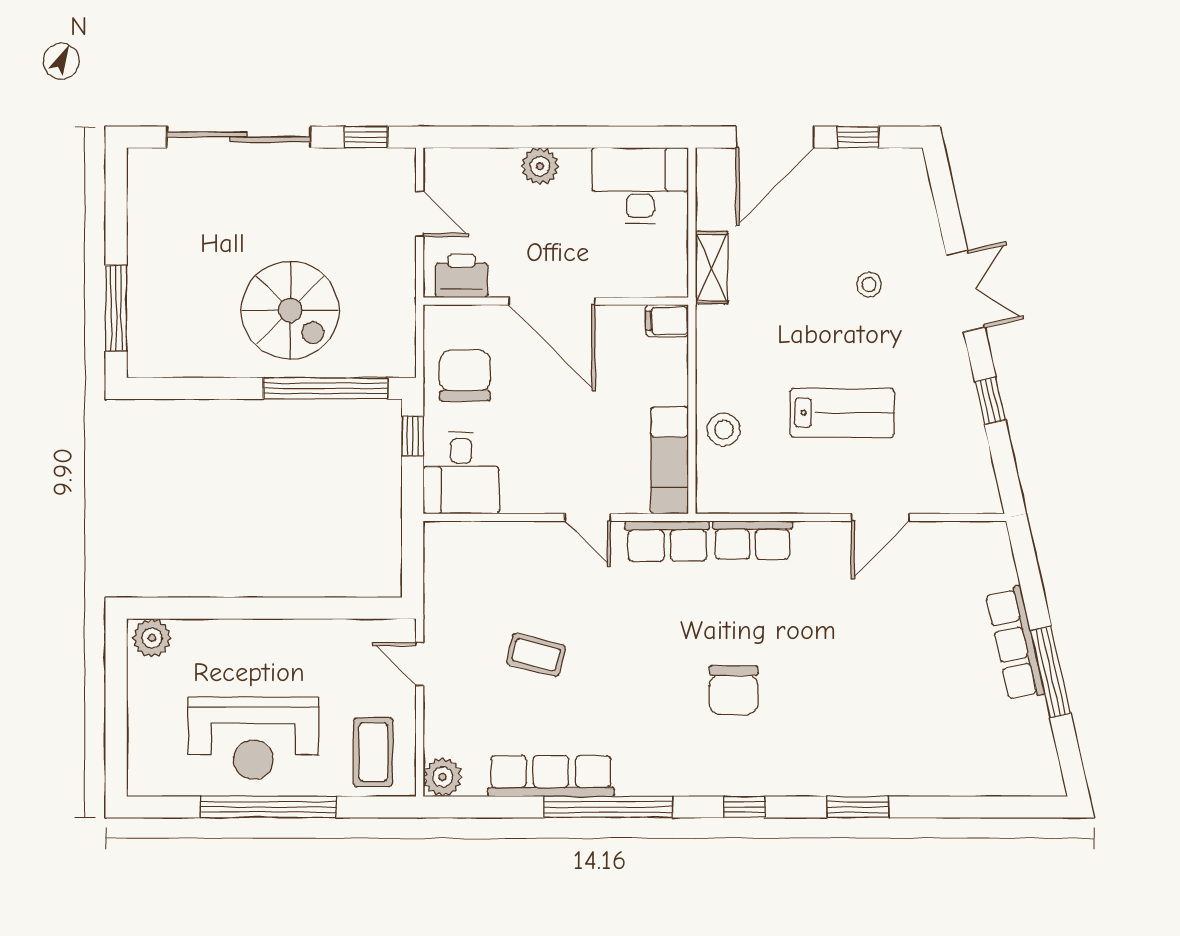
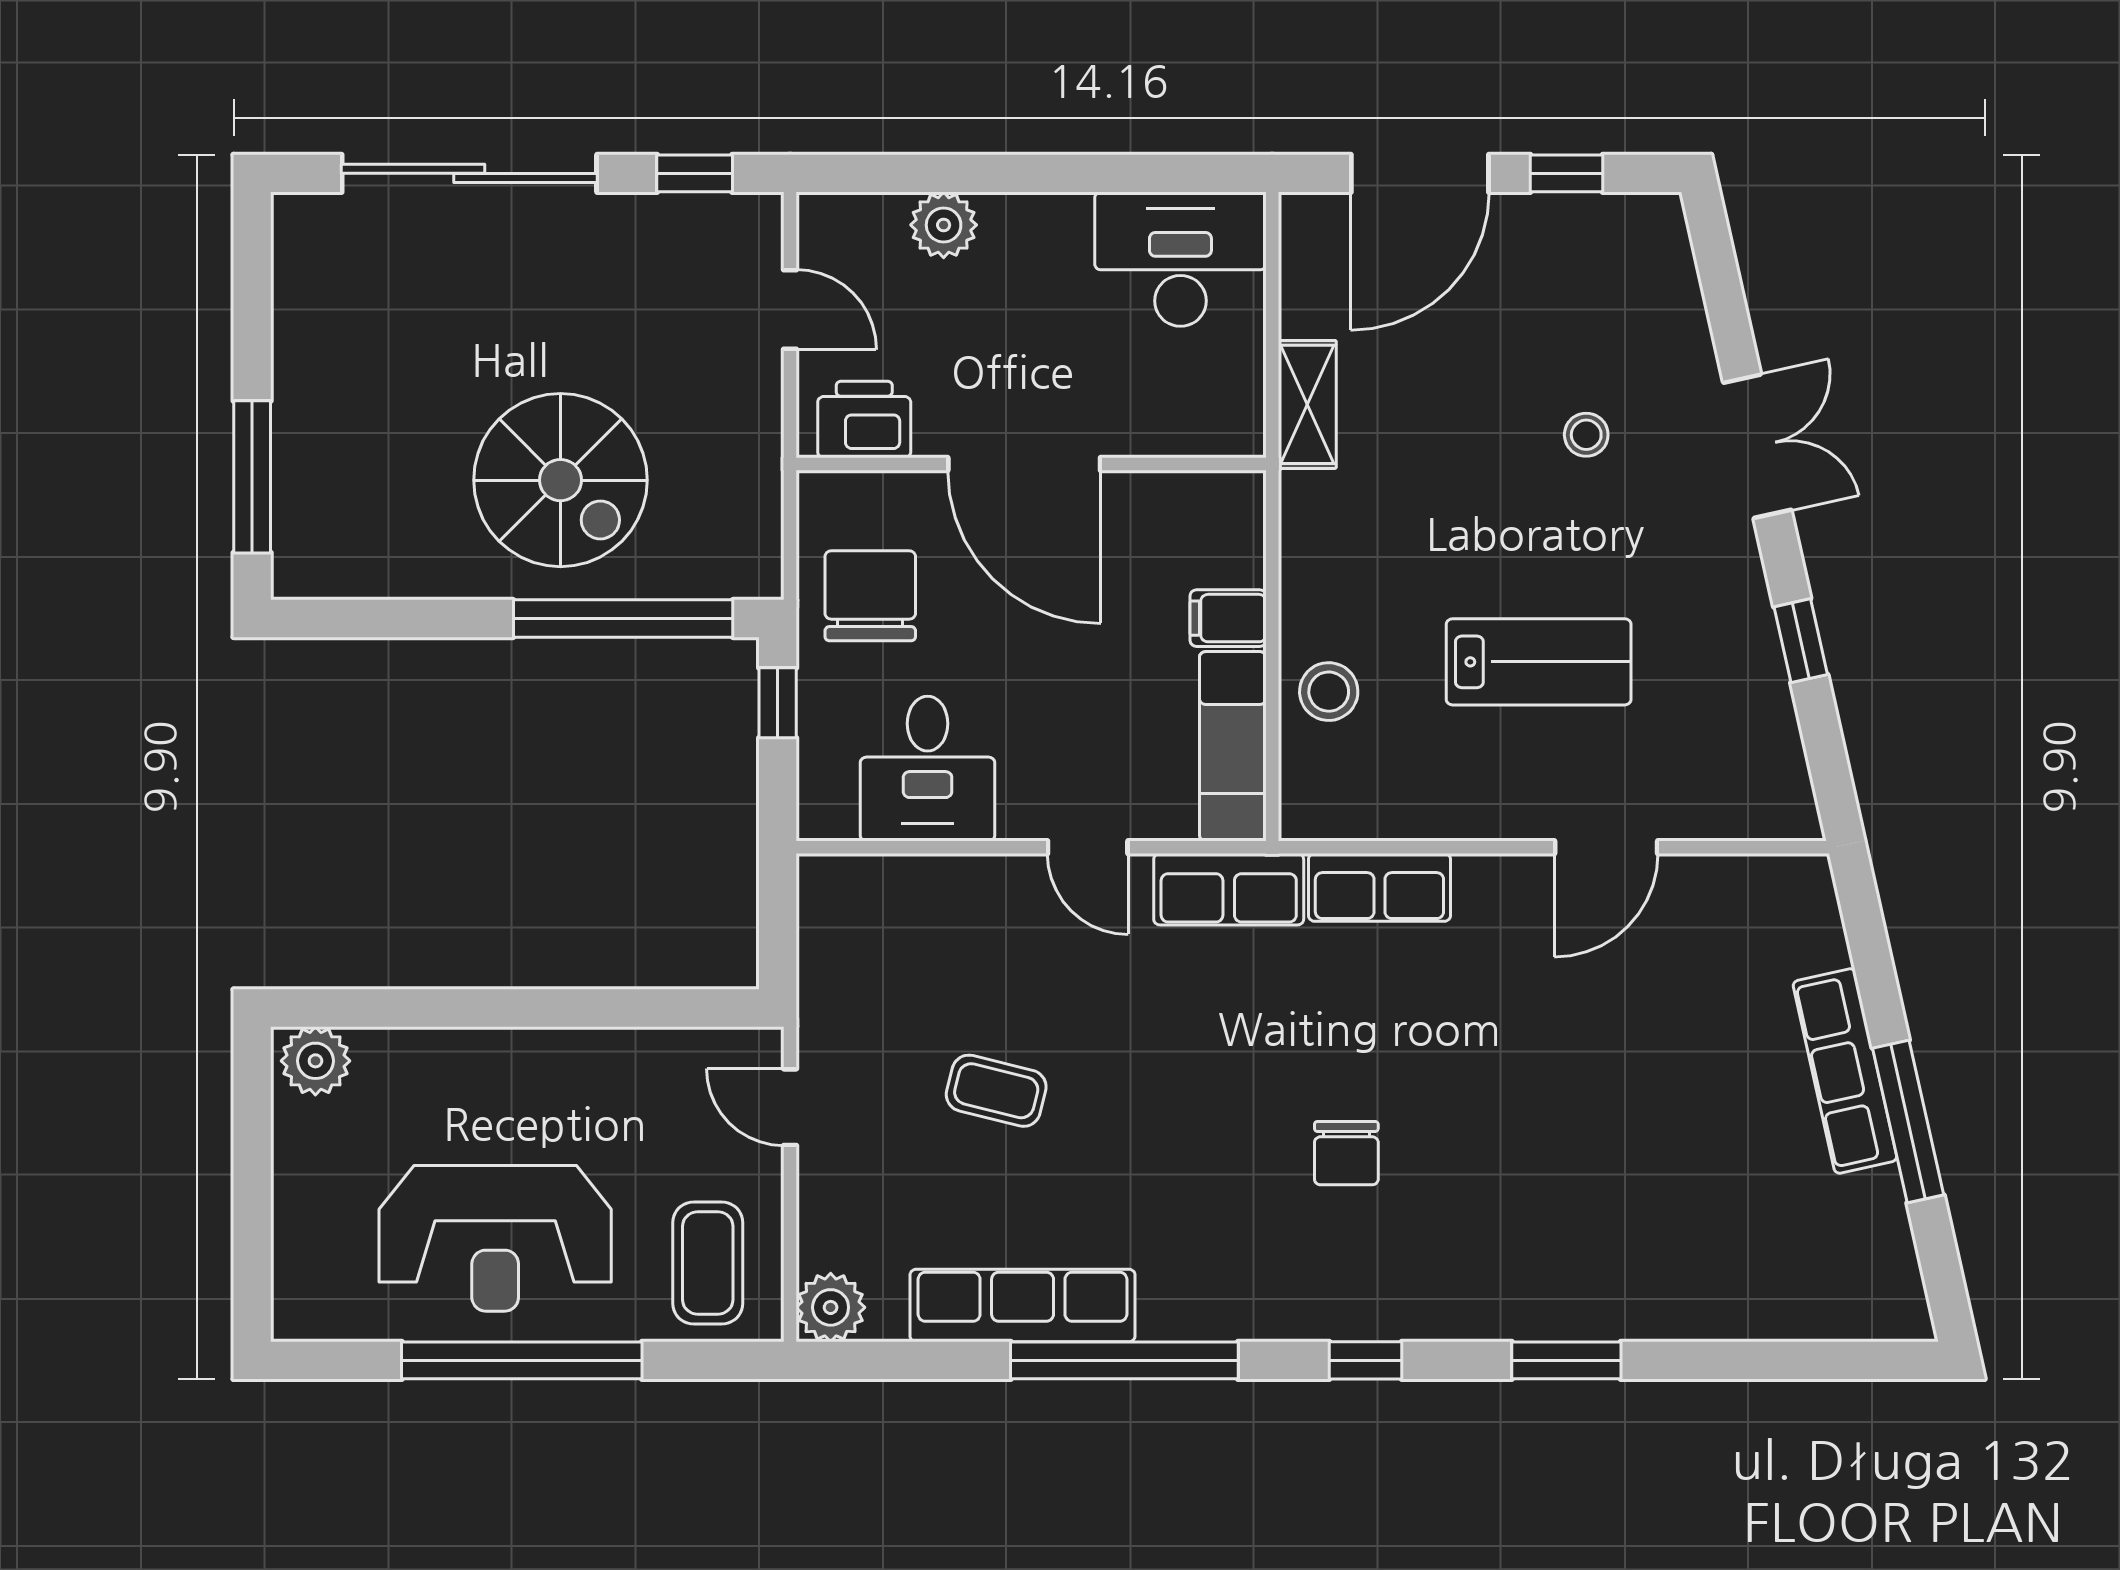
plant: (540, 166) -> (944, 225), moved
filing cabinet: (667, 321) -> (1228, 618), moved
desk: (461, 473) -> (928, 769), moved
chair: (734, 690) -> (1346, 1153), width x0.73, depth x0.73

